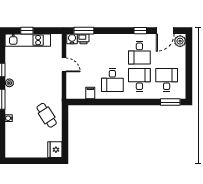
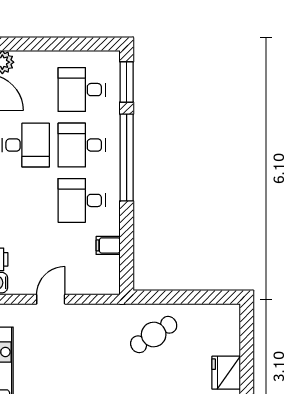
desk: (112, 80) -> (82, 200), turned 180
window: (133, 102) -> (127, 158), added
fridge: (55, 150) -> (226, 373), moved, turned 90

